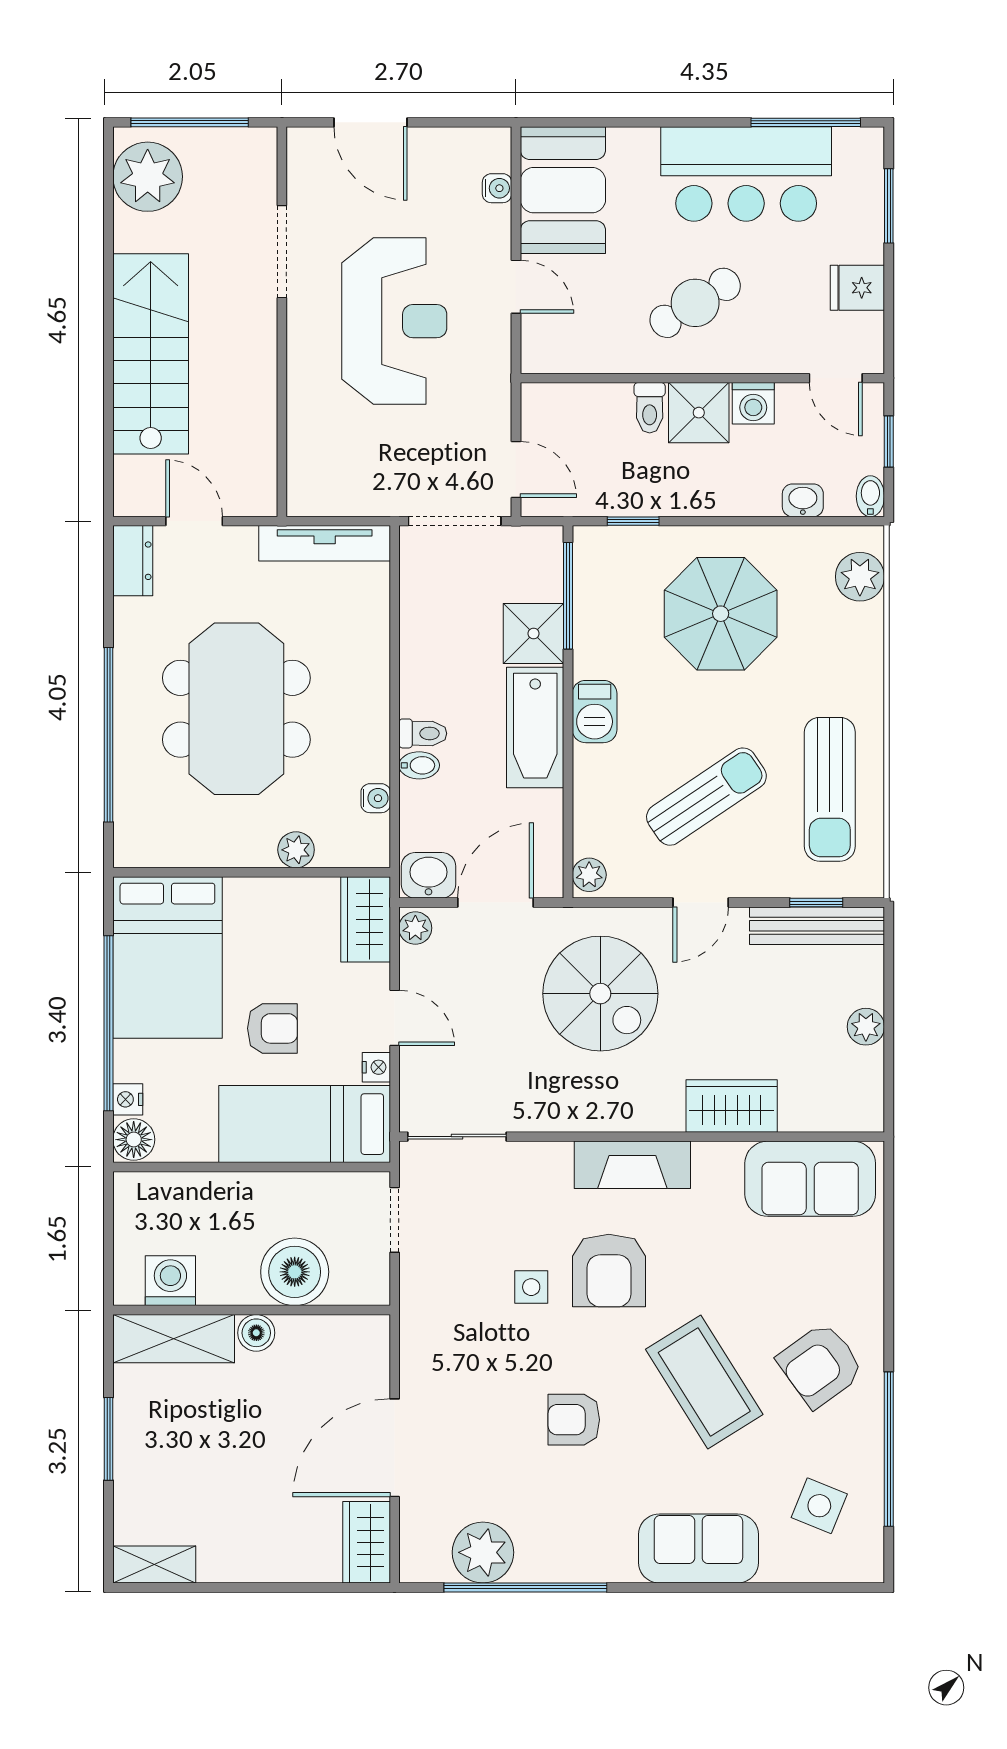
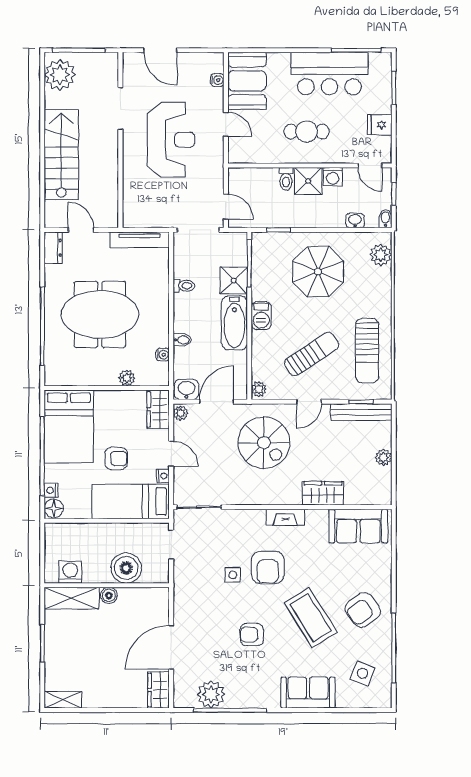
cafe table: (695, 303) -> (307, 132), turned 32
meeting table: (236, 709) -> (100, 314), turned 90
toilet: (423, 733) -> (184, 286), moved
fireplace: (632, 1165) -> (285, 517), width x0.73, depth x0.76

